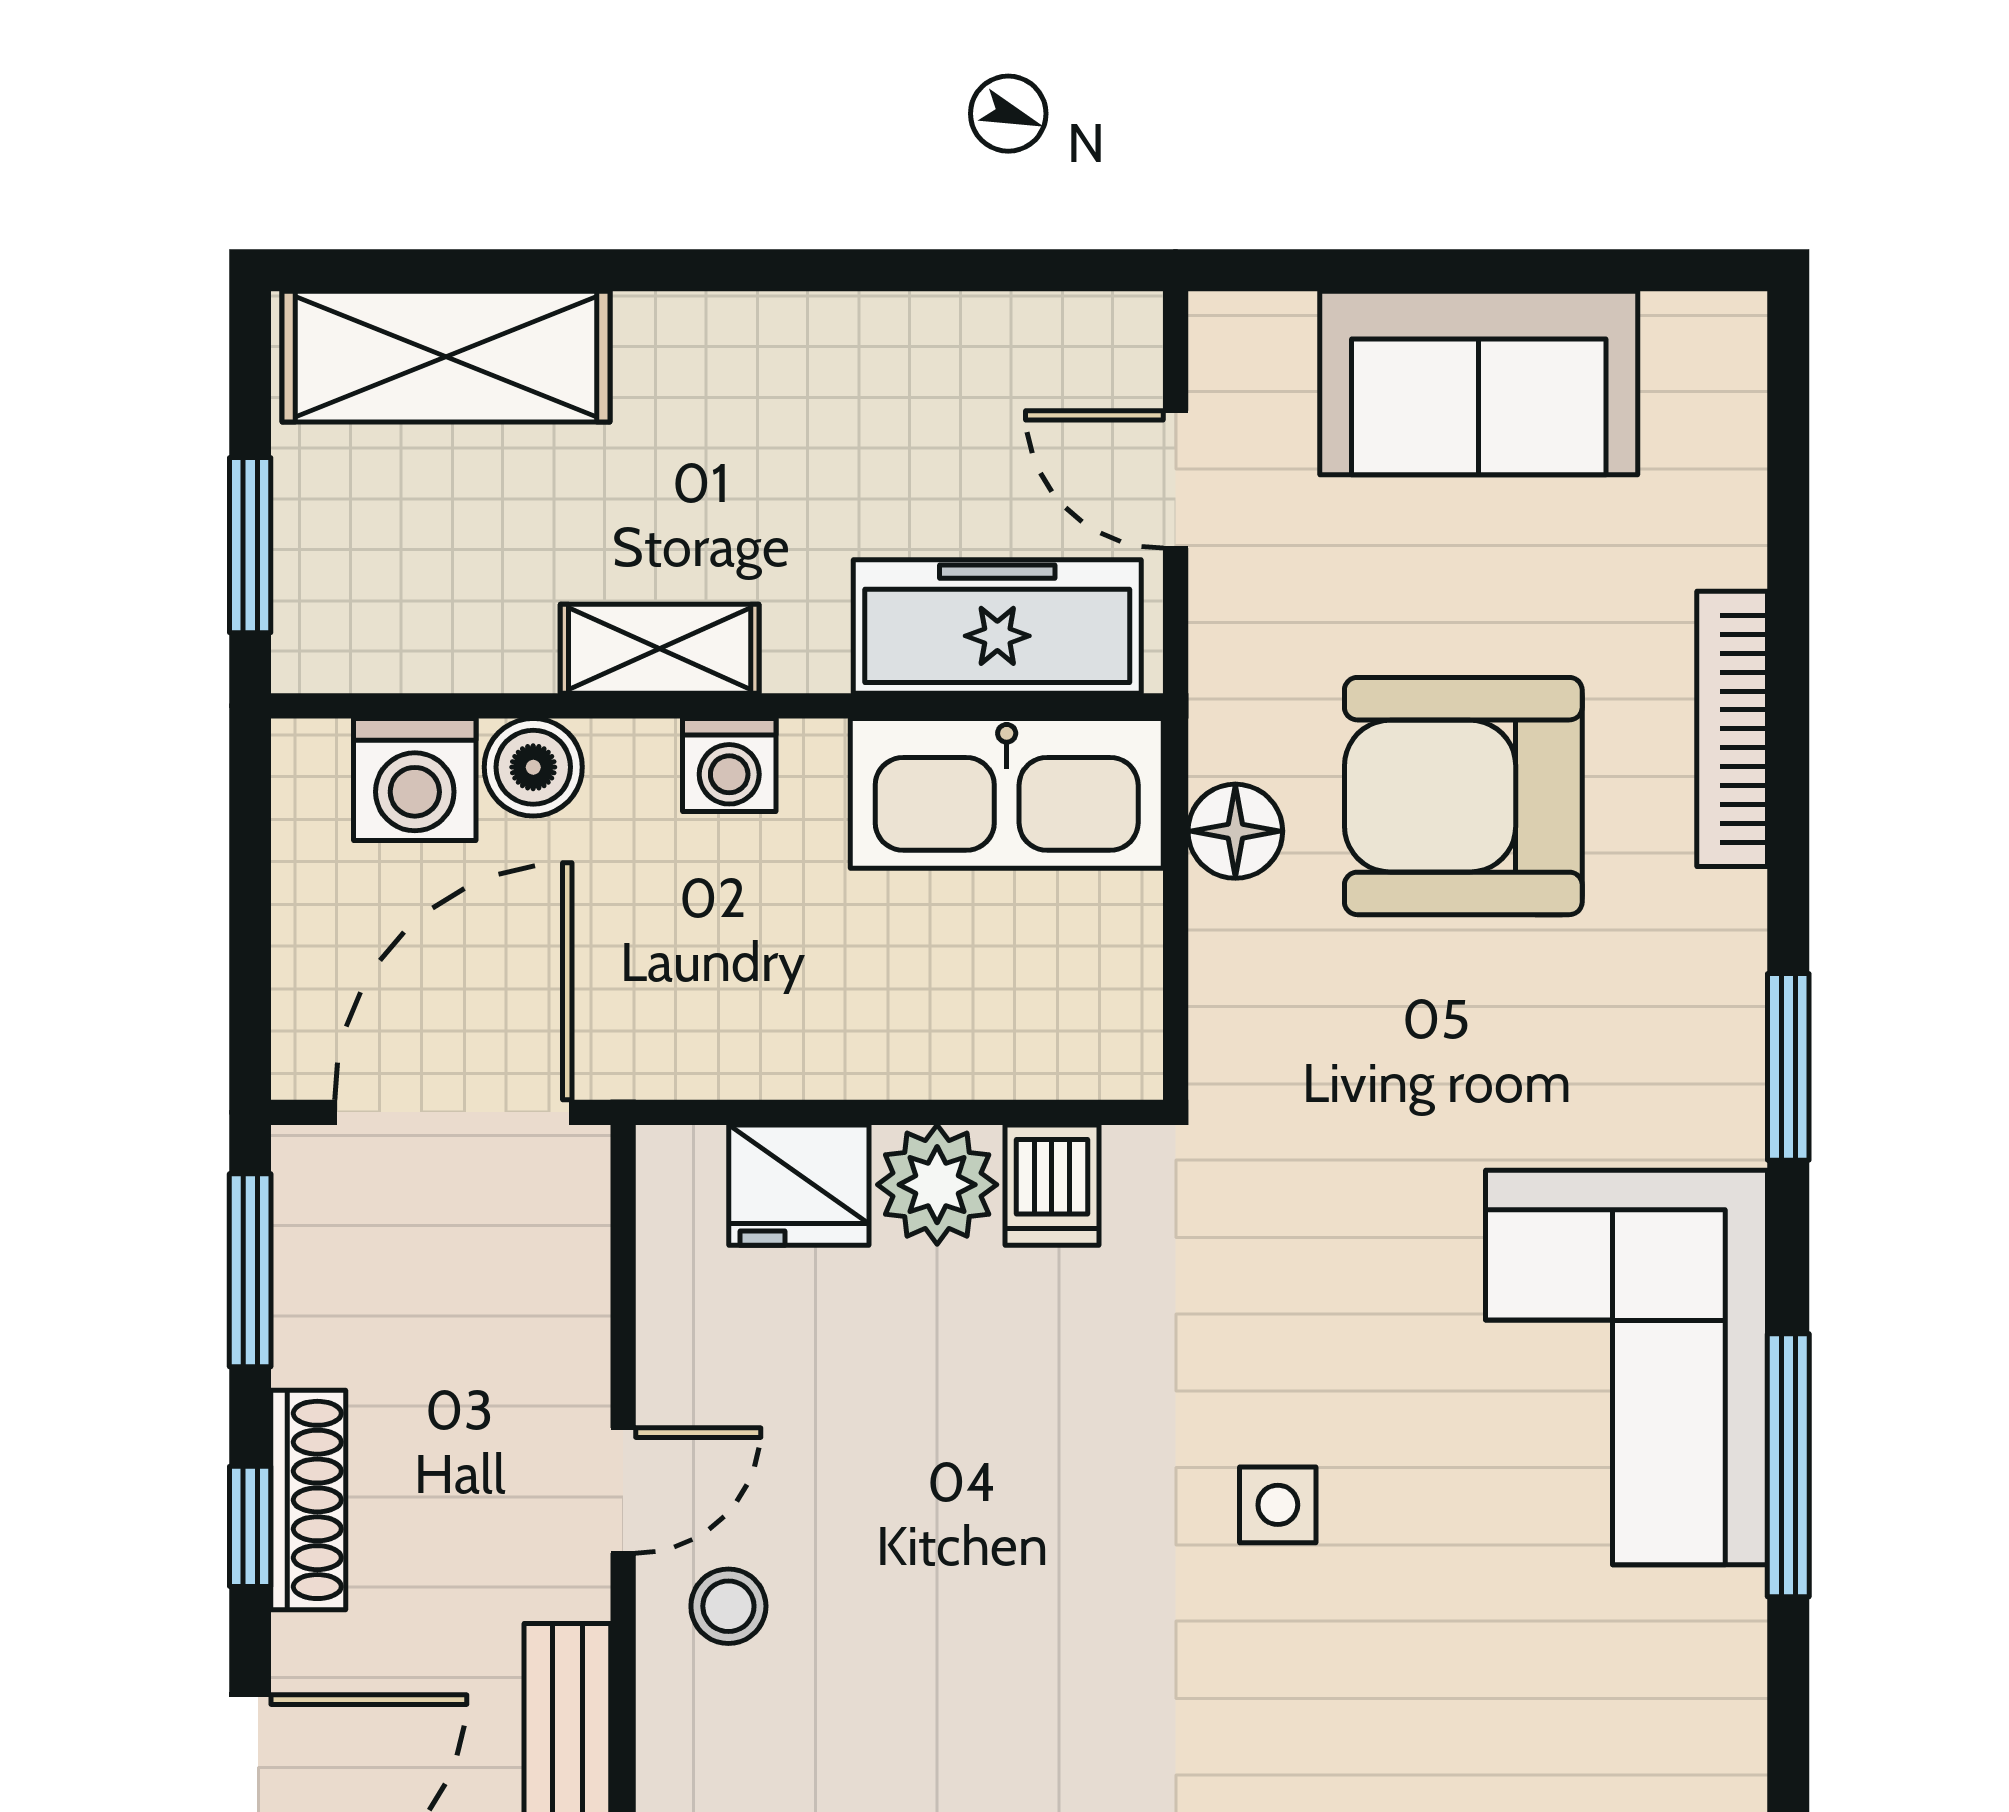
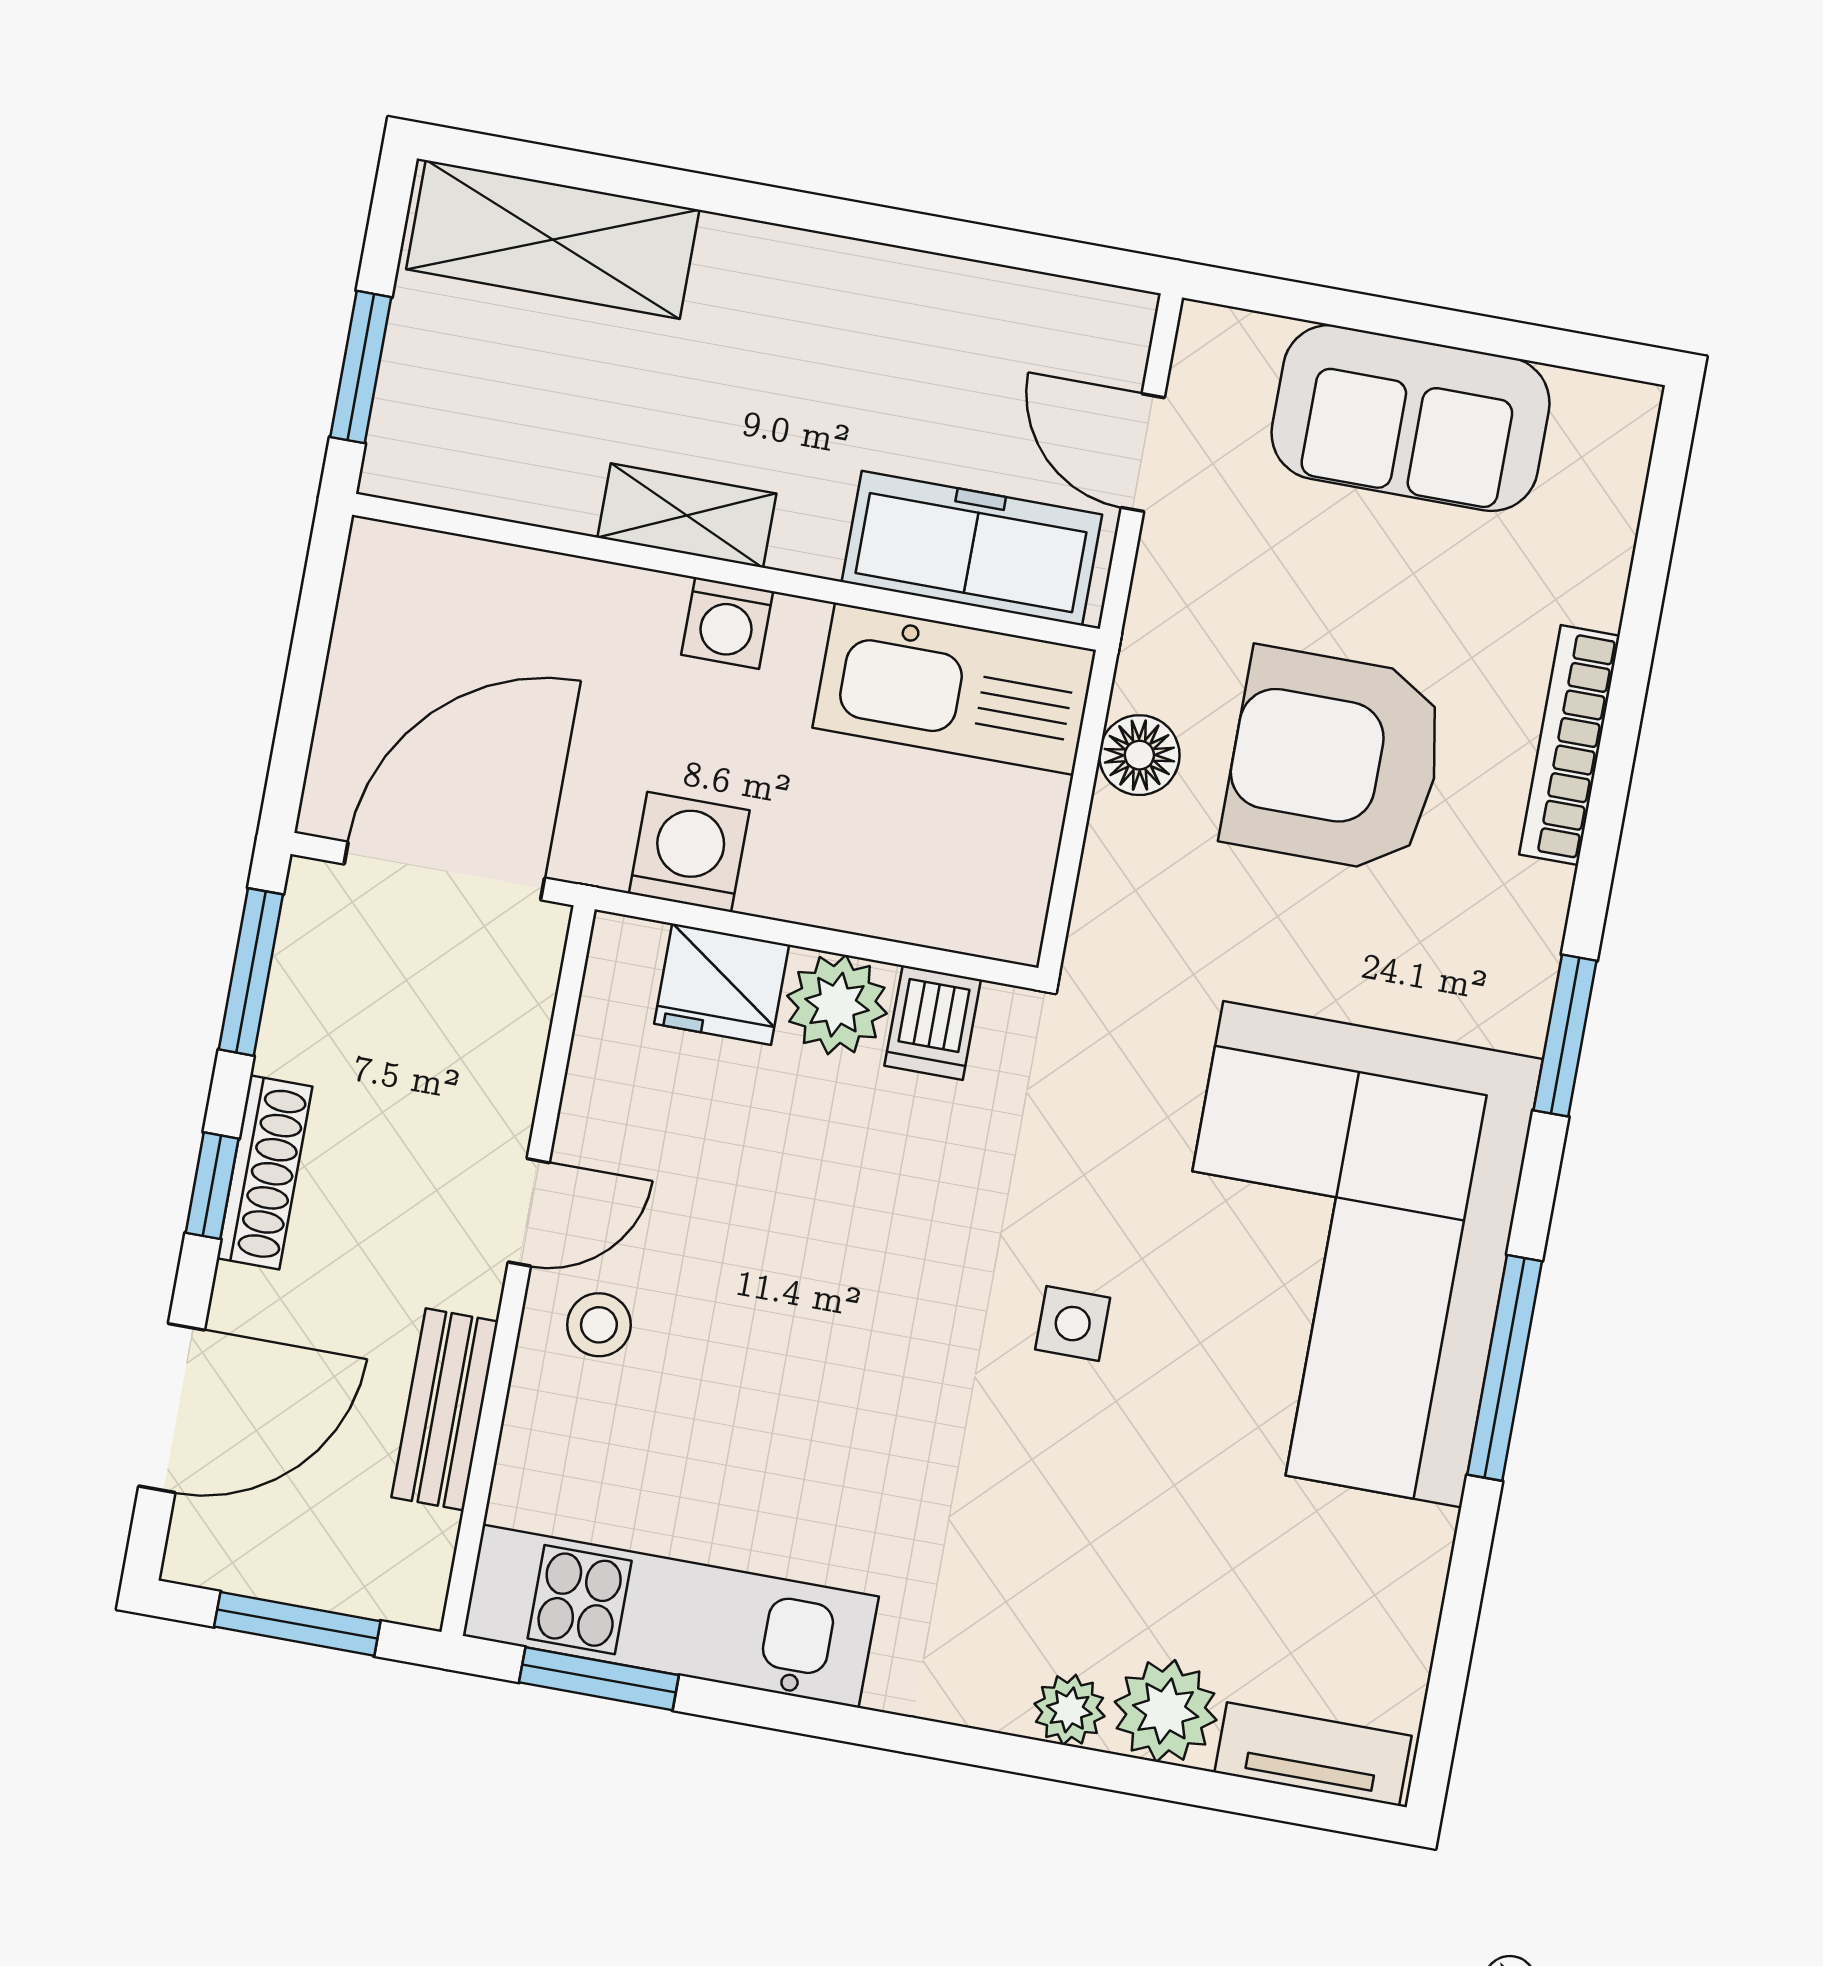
boiler: (533, 767) -> (563, 595), removed
washing machine: (415, 780) -> (689, 852), moved, turned 180
corner sofa: (1627, 1367) -> (1342, 1254), width x1.36, depth x1.36

